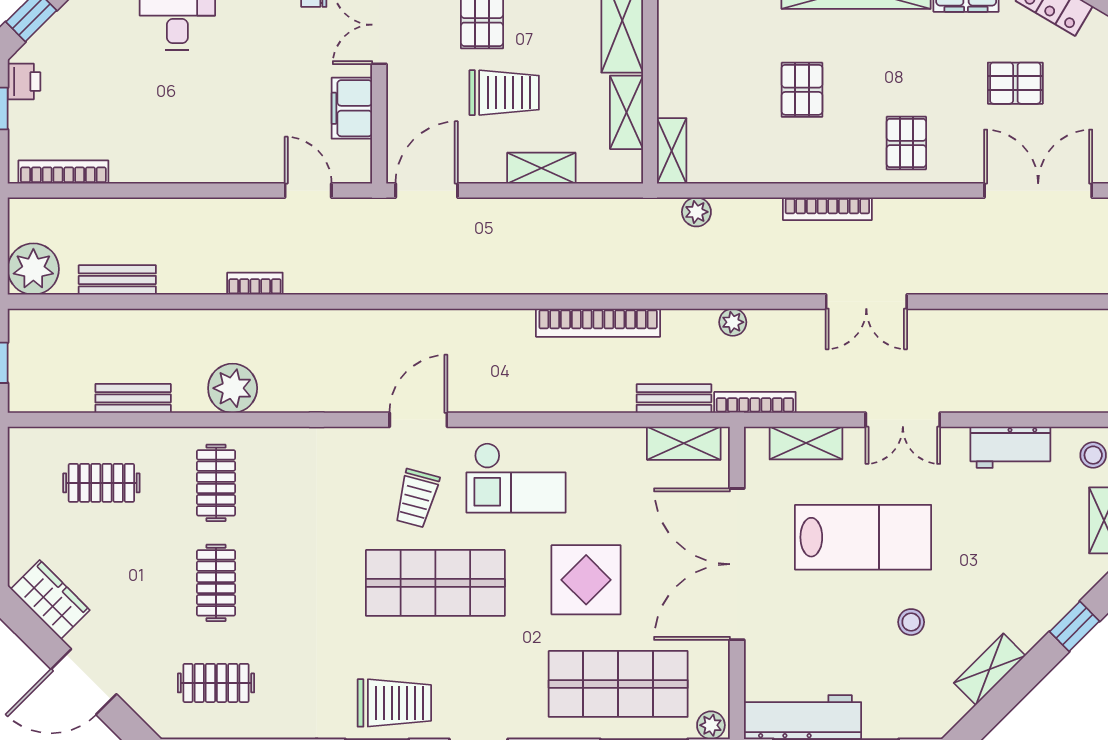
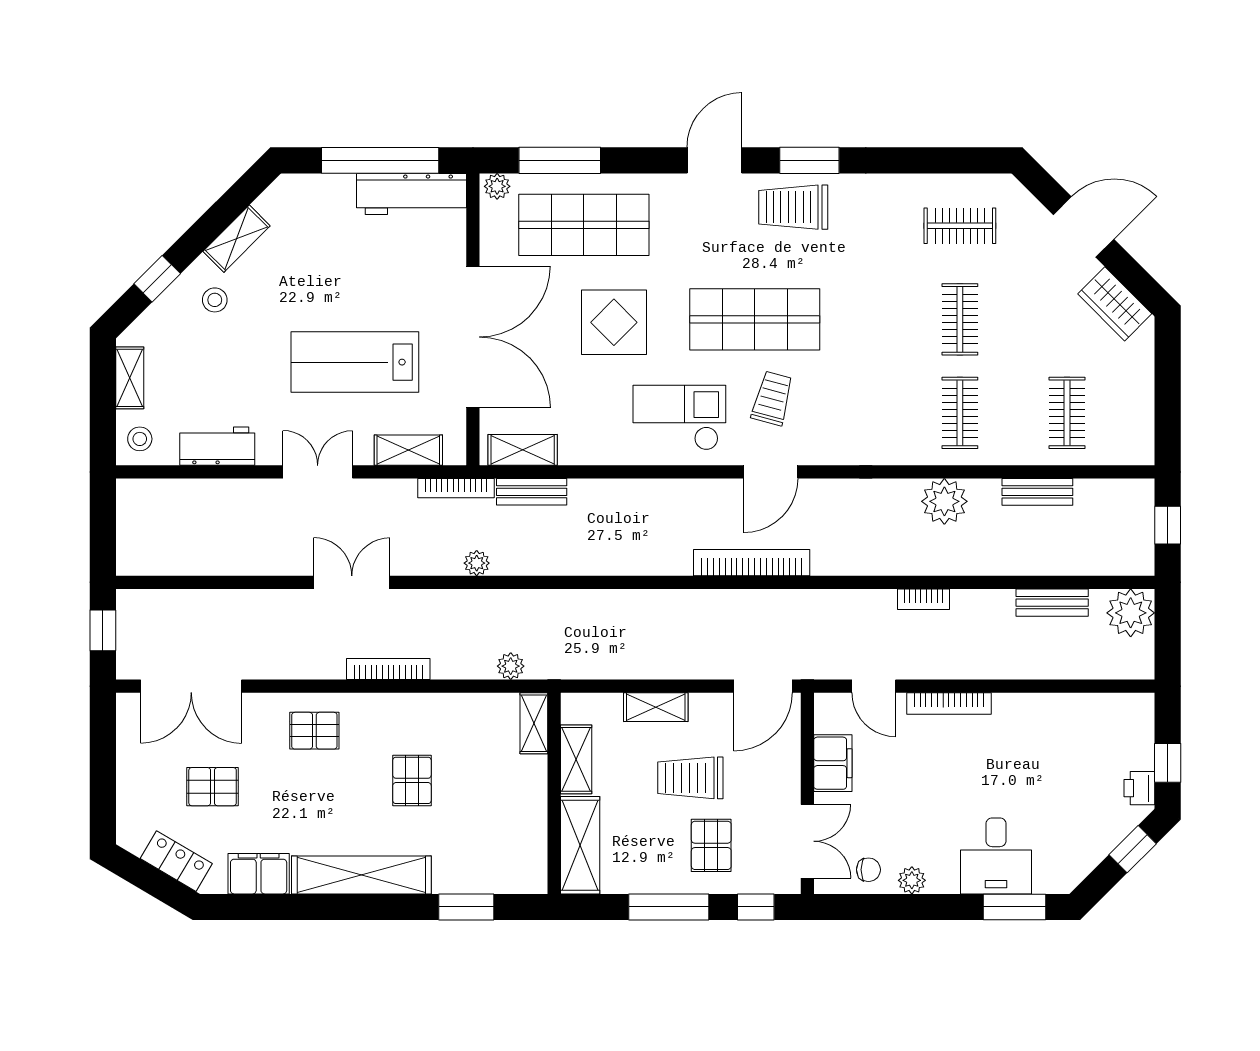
pallet: (906, 143) -> (314, 731), turned 90
bookcase: (63, 172) -> (949, 704), moved
bookcase: (598, 323) -> (752, 563), moved
clothes rail: (101, 483) -> (1067, 413), turned 90
stool: (911, 622) -> (215, 300), moved

